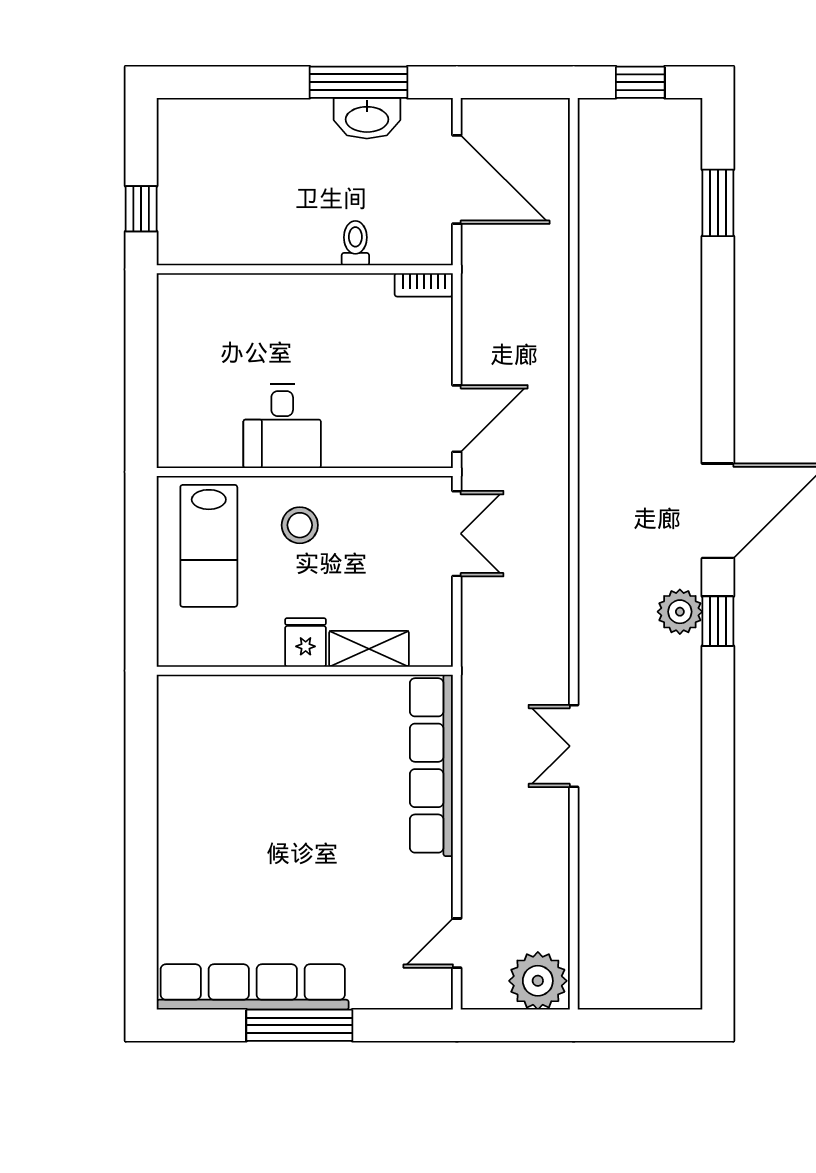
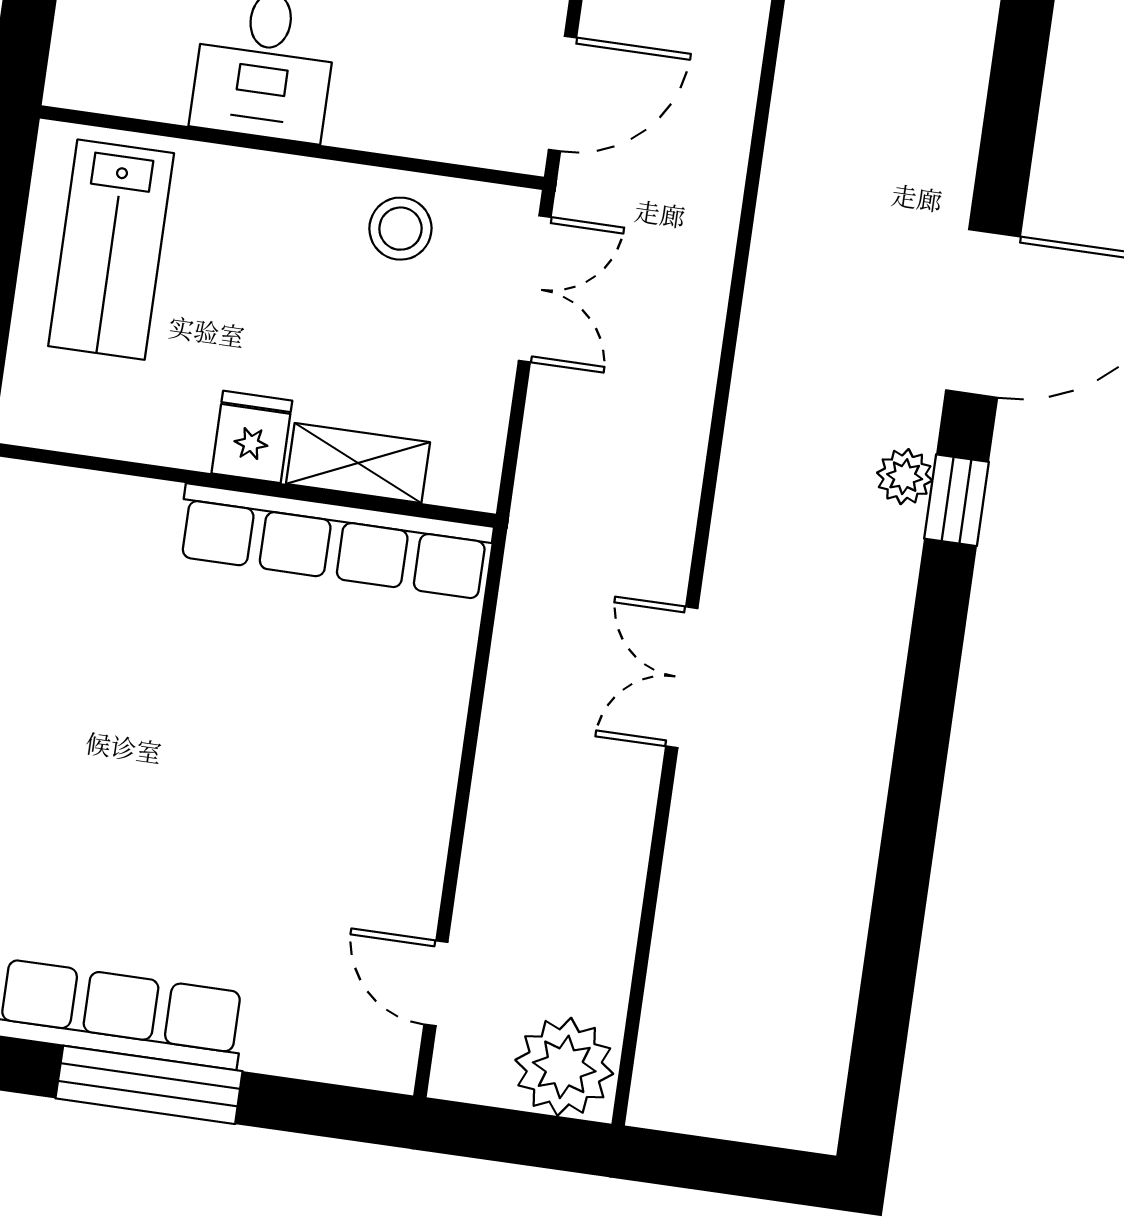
stool: (300, 525) -> (400, 229), moved
plant: (680, 612) -> (905, 477), width x0.73, depth x0.73
row of seats: (431, 765) -> (335, 542), moved, turned -90
door: (457, 943) -> (436, 983), hinge flipped

